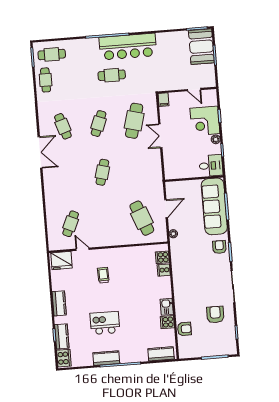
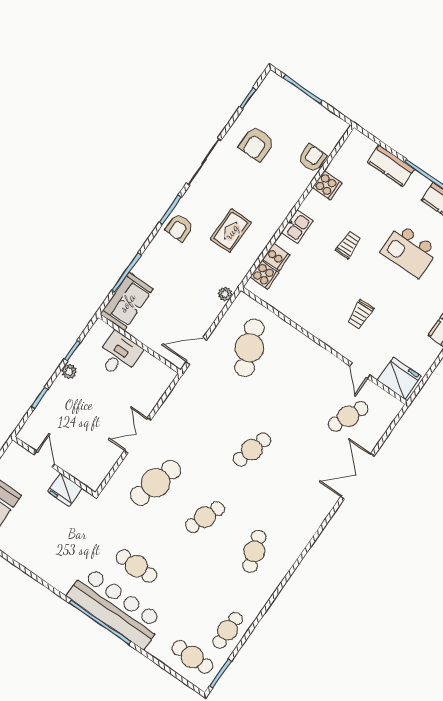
bar counter: (128, 47) -> (116, 608), moved
fridge: (173, 83) -> (65, 490), added
filing cabinet: (163, 100) -> (95, 479), removed
corner desk: (205, 121) -> (64, 407), removed
double door: (160, 136) -> (138, 435), swing flipped
double door: (40, 152) -> (358, 476), moved
desk: (211, 166) -> (119, 355), moved, turned 90
sofa: (214, 206) -> (127, 302), width x0.54, depth x0.79
door: (166, 209) -> (196, 351), moved
rug: (195, 265) -> (231, 231), added
trolley: (135, 303) -> (348, 245), added
kitchen sink: (167, 307) -> (297, 227), moved
armchair: (184, 329) -> (312, 158), turned 90
kitchen counter: (161, 354) -> (391, 166), moved

